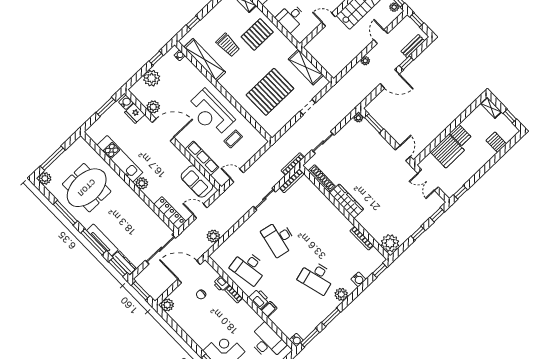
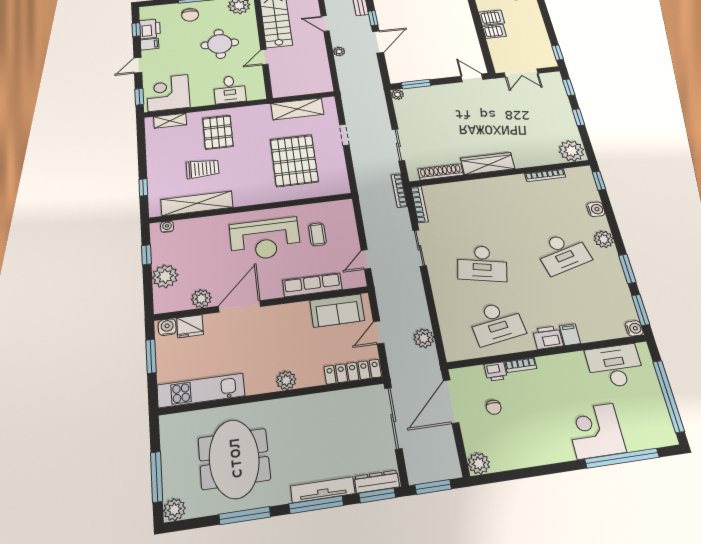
server rack: (447, 151) -> (494, 31), width x0.46, depth x0.70
kitchen unit: (120, 159) -> (201, 390), moved

